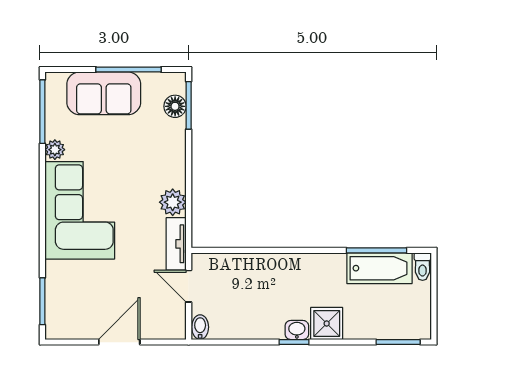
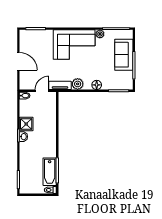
floor lamp: (175, 106) -> (97, 85), moved
shower: (327, 323) -> (26, 124), moved

